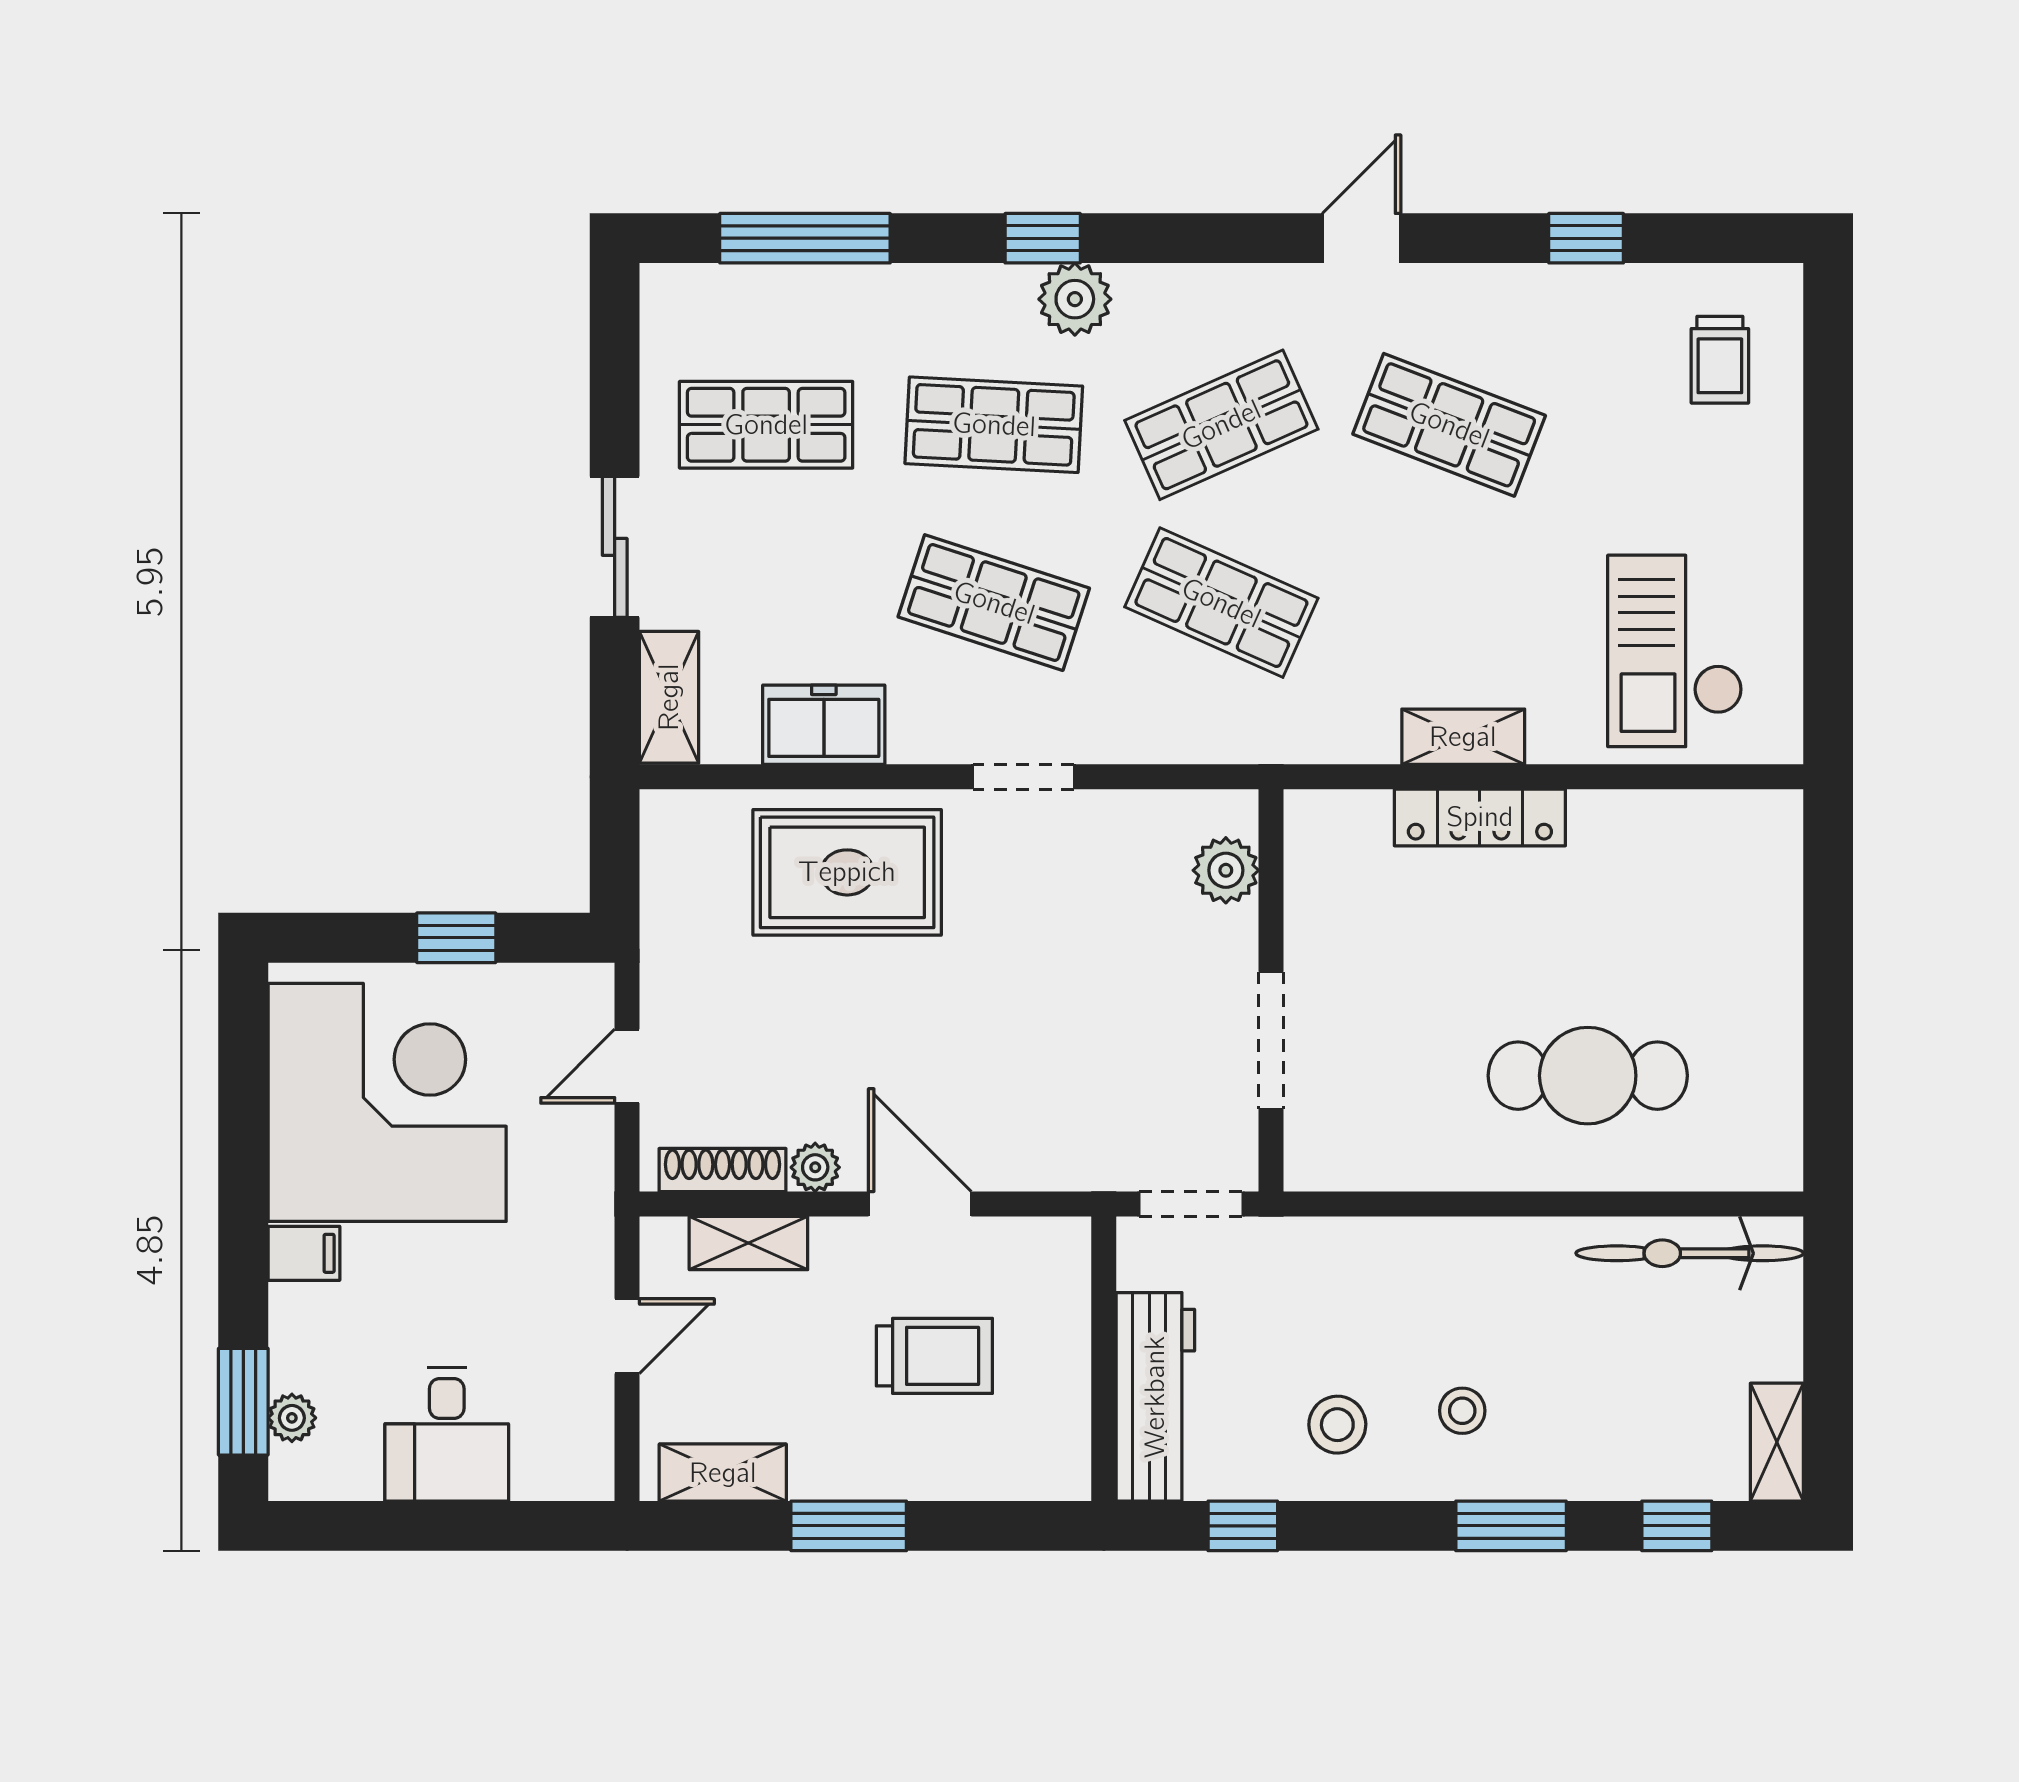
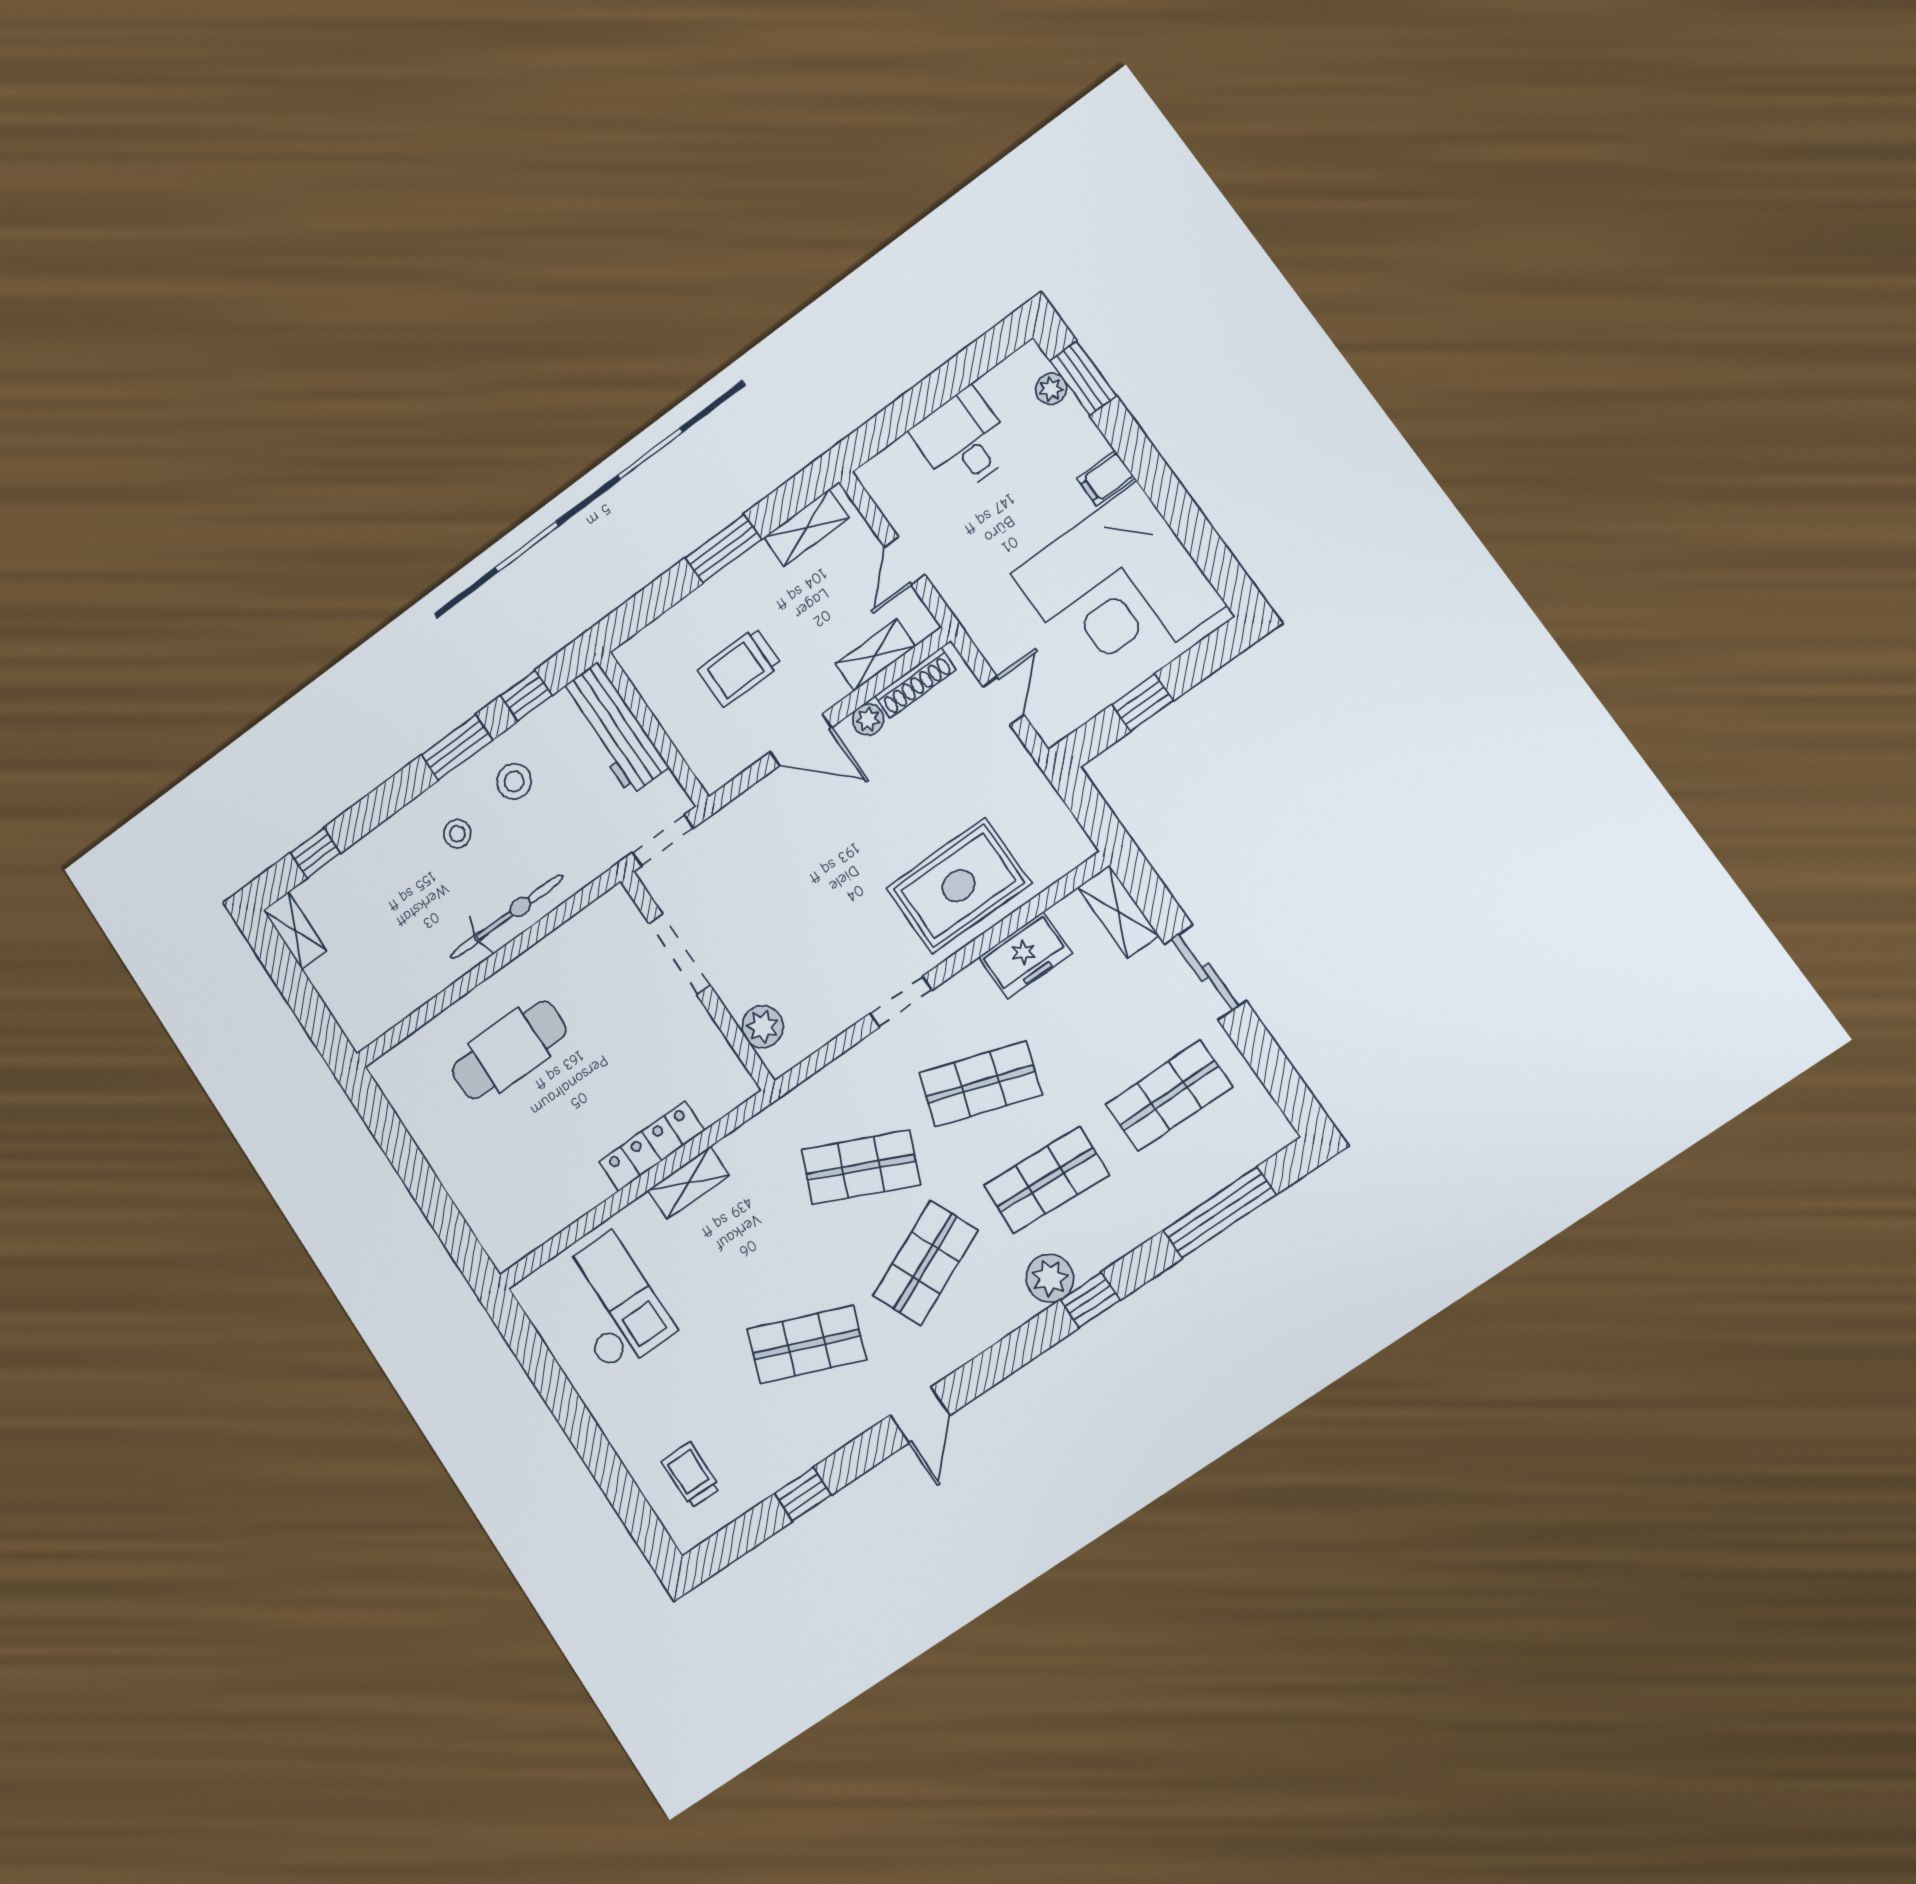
bicycle: (1690, 1253) -> (507, 917), moved
window: (1511, 1526) -> (457, 747), moved

